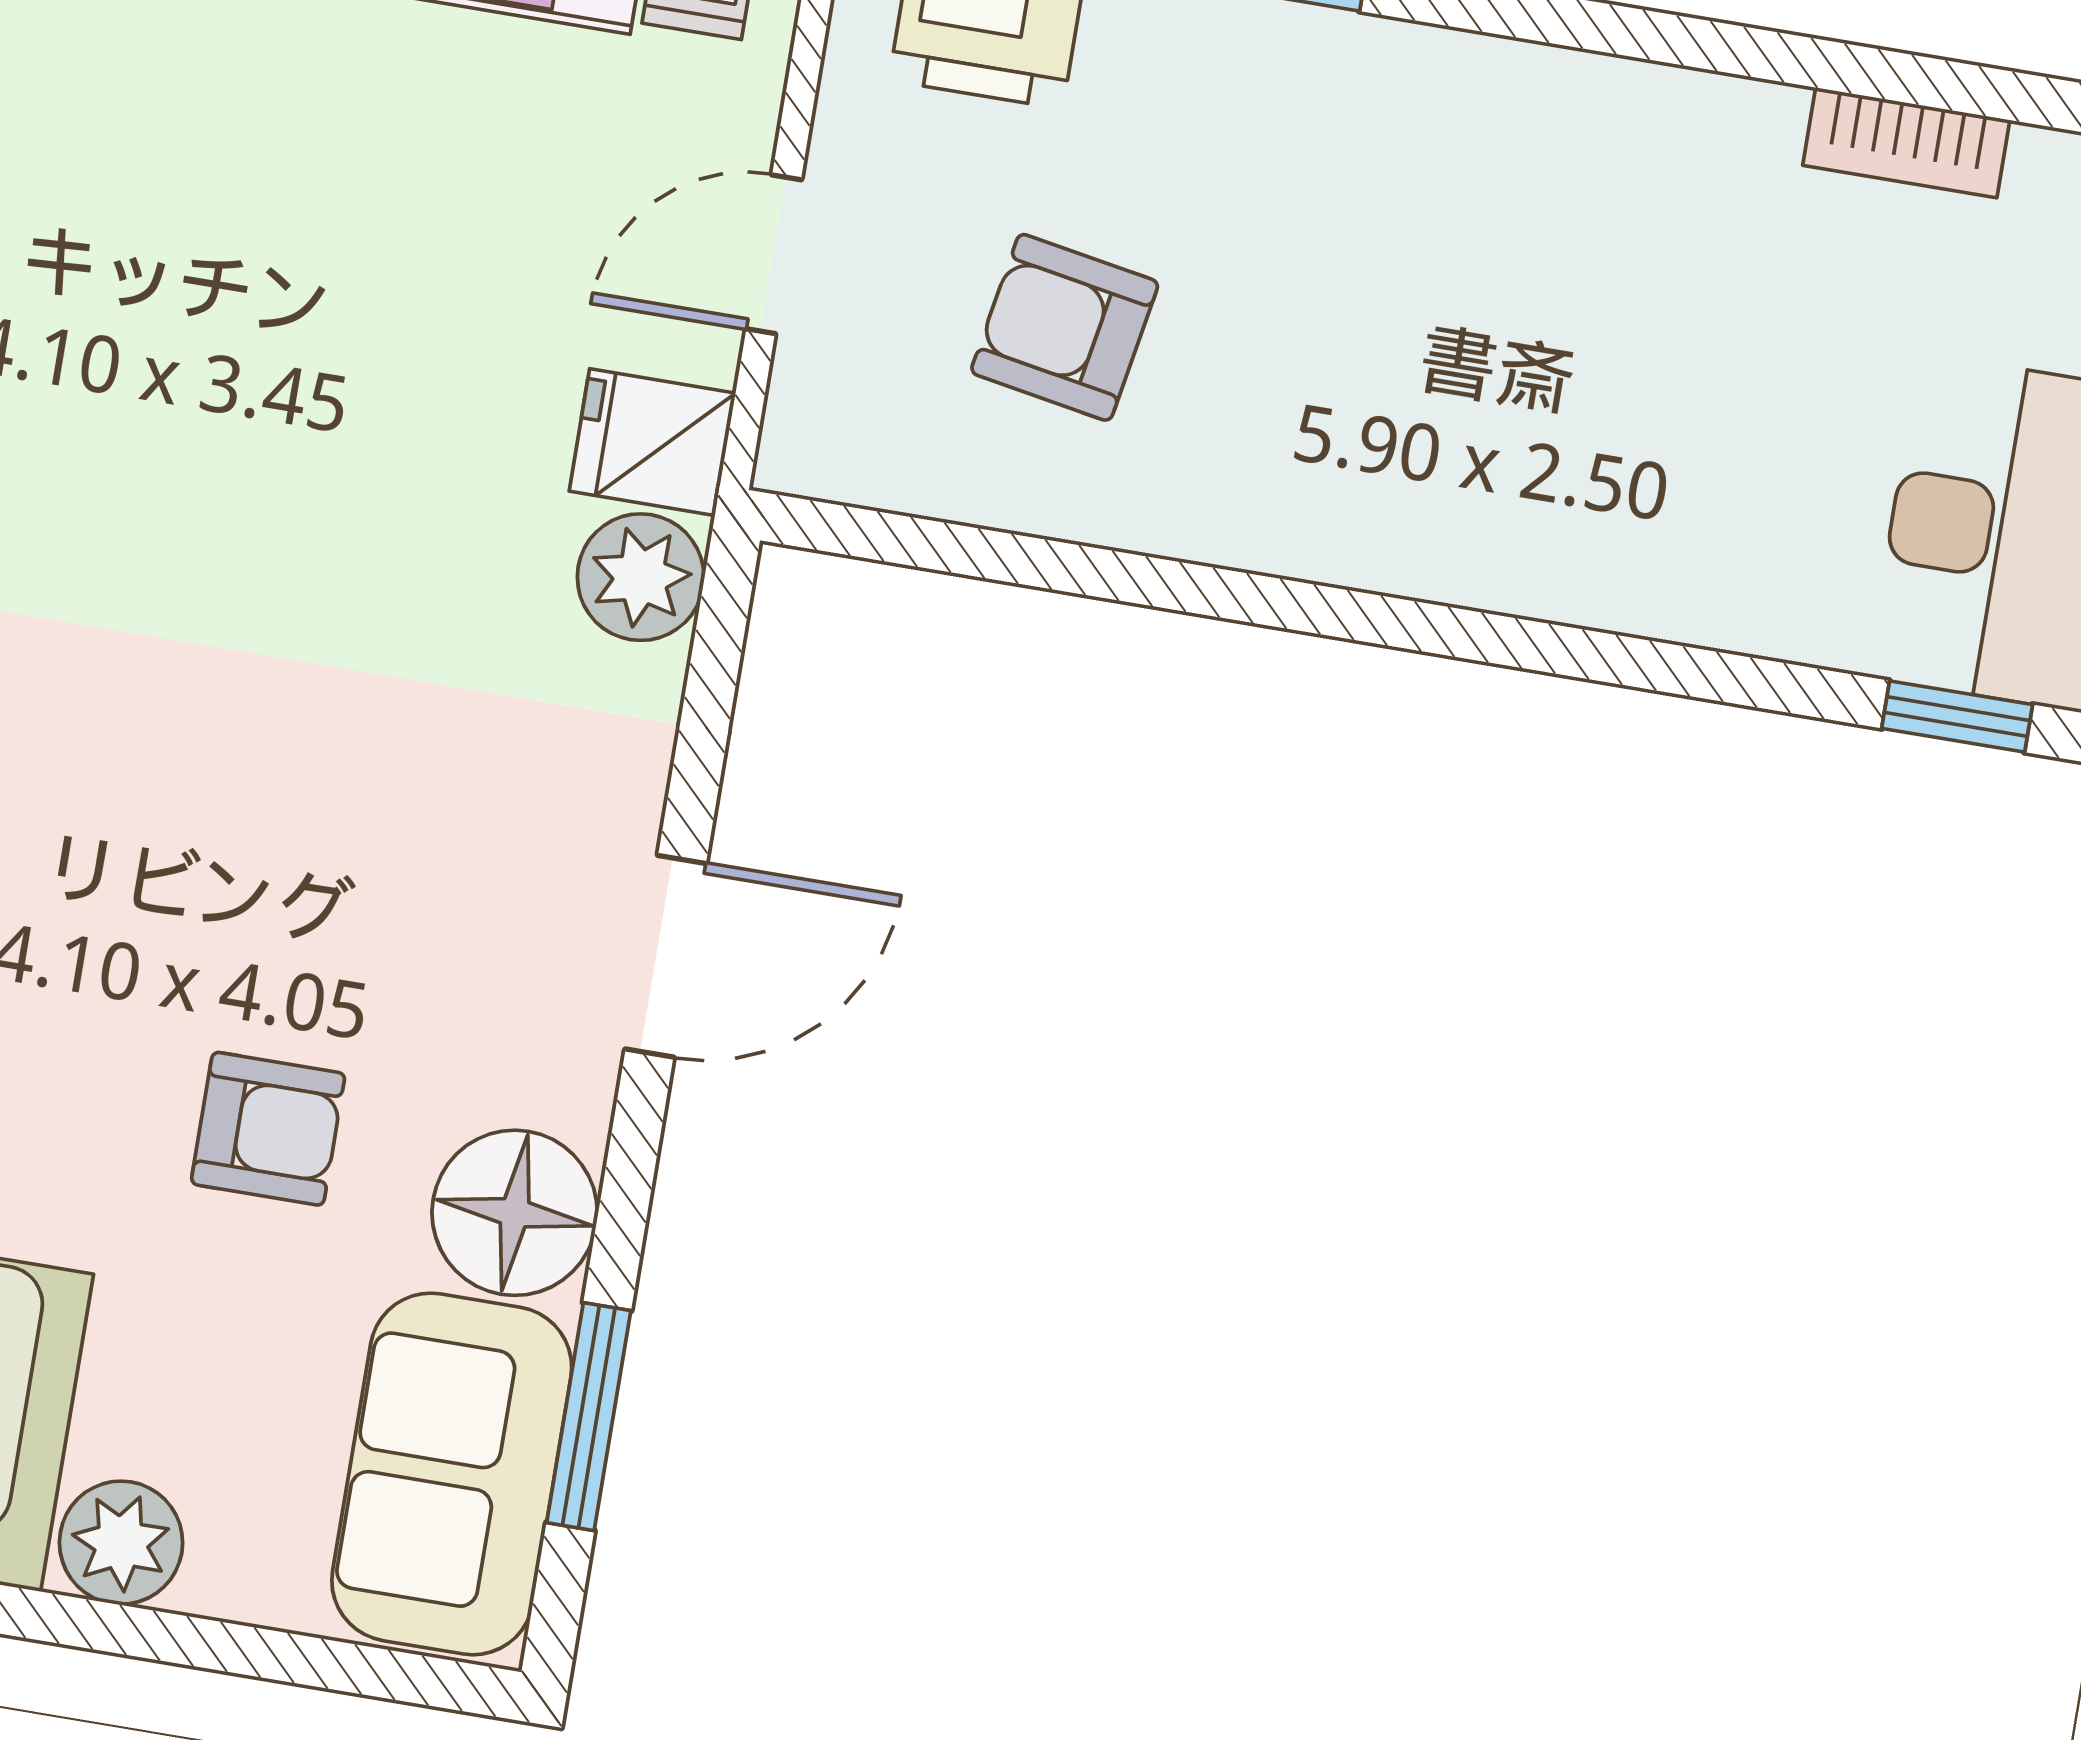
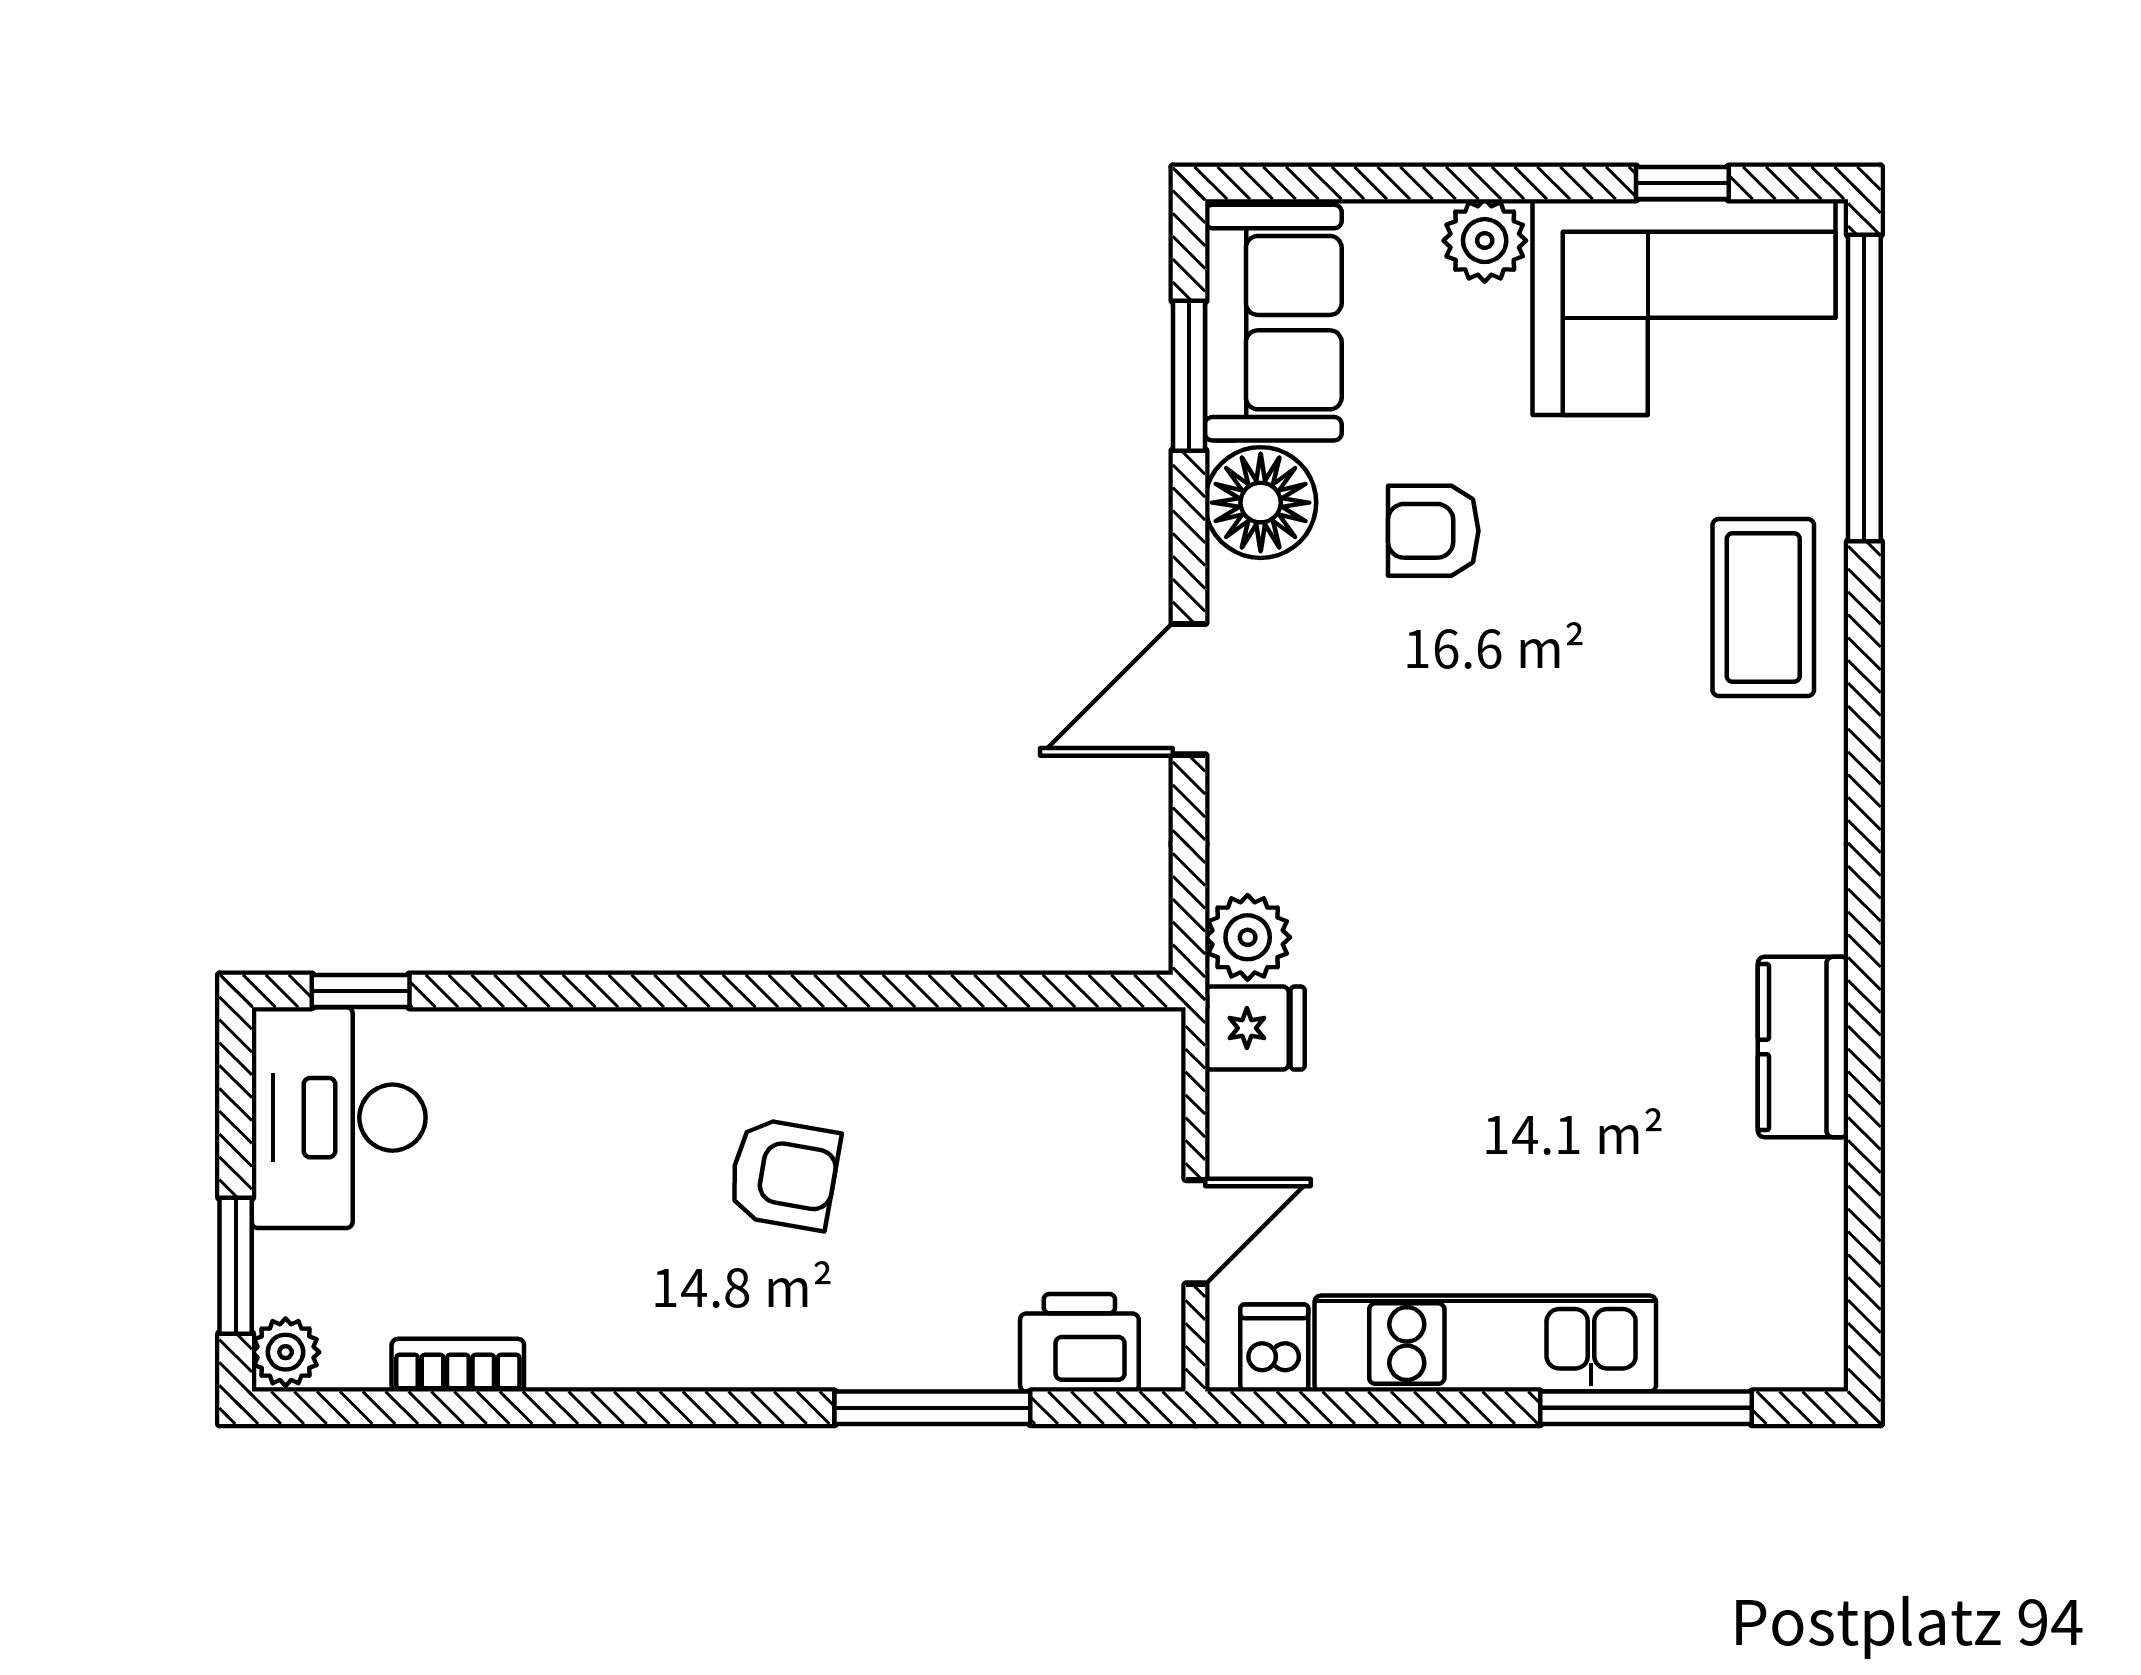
door: (774, 254) -> (1195, 1232), moved
armchair: (1065, 327) -> (784, 1174), moved

